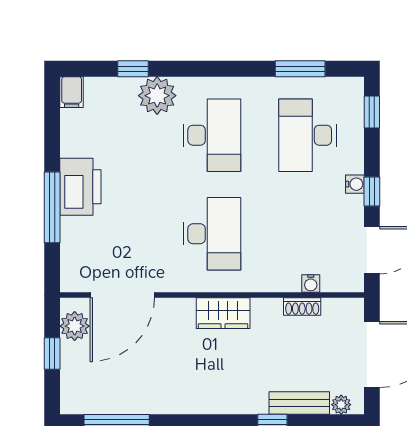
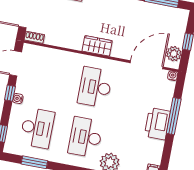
water cooler: (311, 283) -> (173, 76), moved
shoe rack: (302, 306) -> (34, 37), moved

